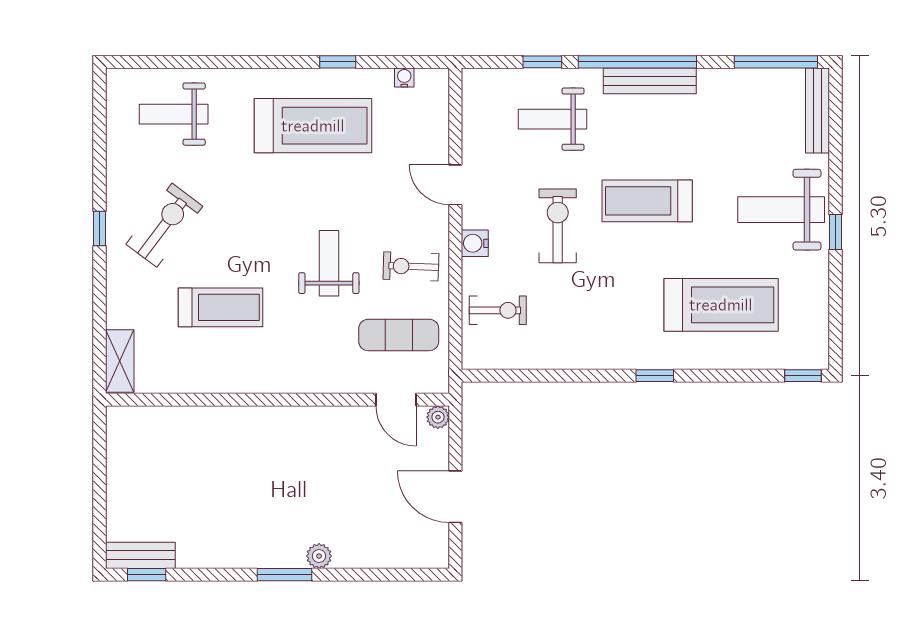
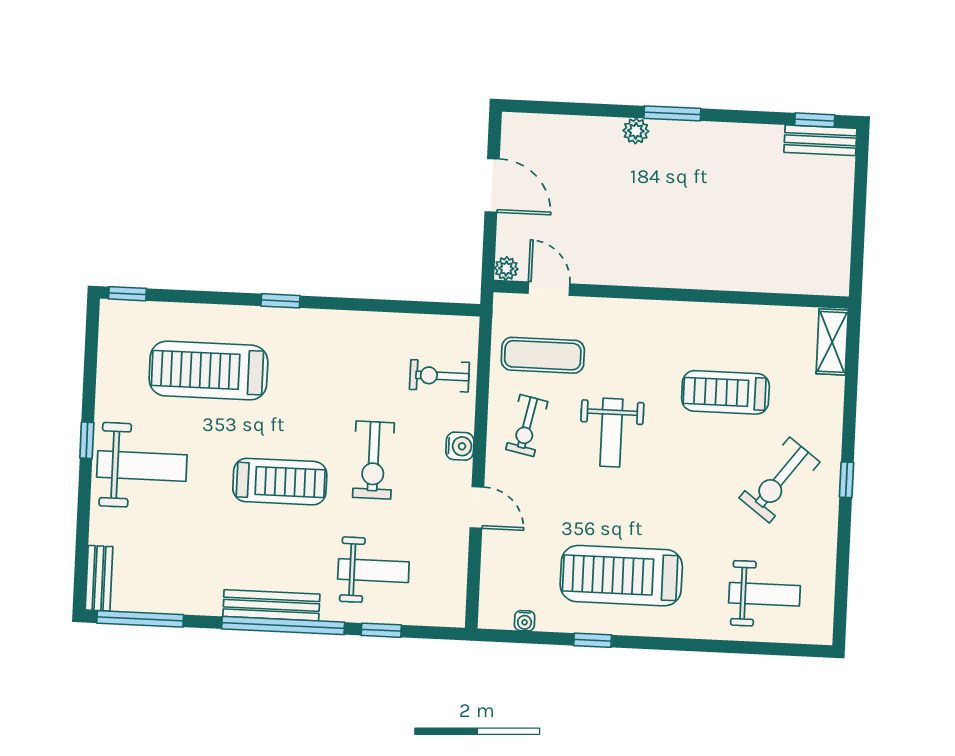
bench: (818, 111) -> (99, 578), width x0.73
exercise bike: (411, 266) -> (527, 425), turned 100

